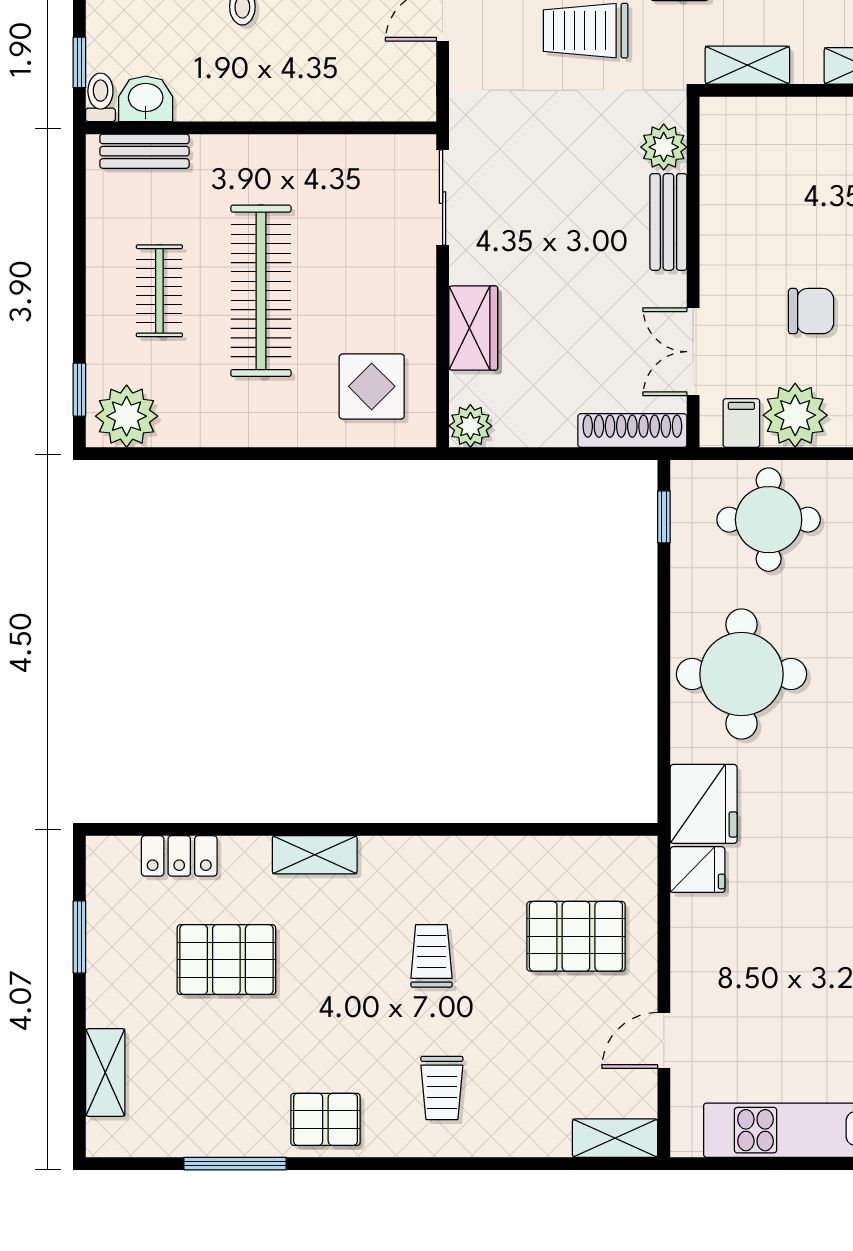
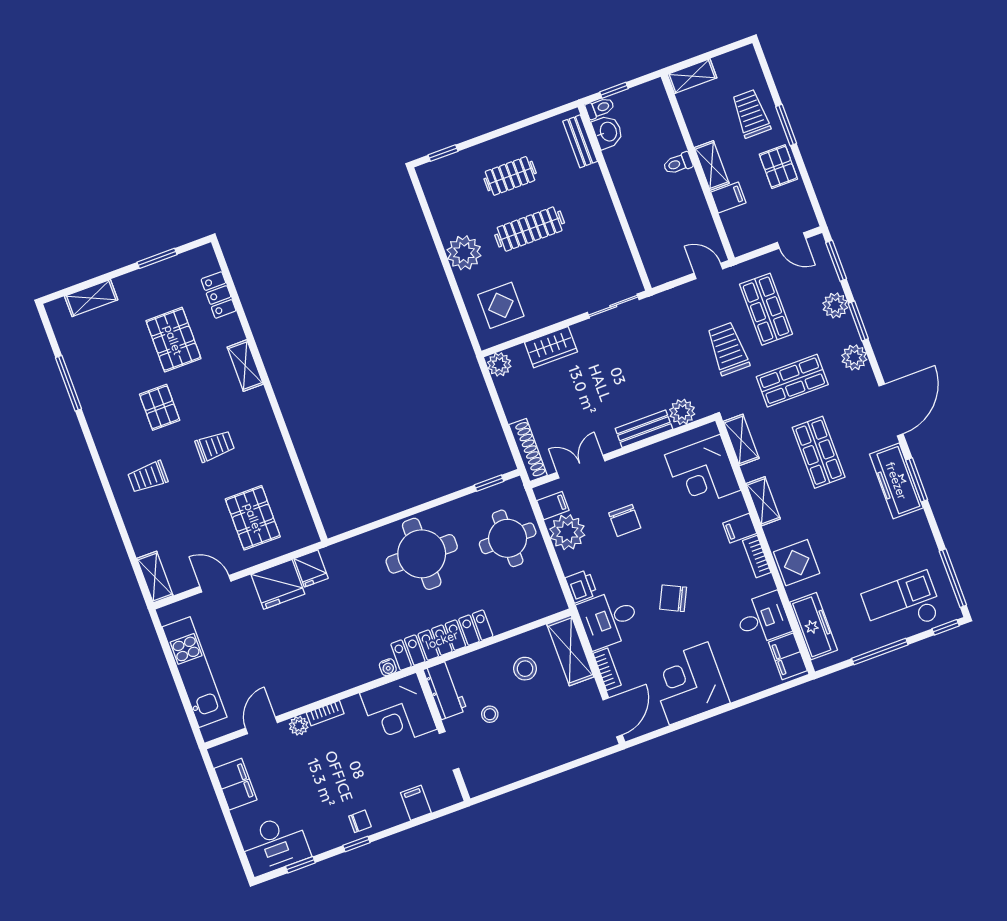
corner desk: (779, 150) -> (703, 473), added
clothes rail: (261, 291) -> (530, 229), width x0.73, depth x0.76
plant: (127, 416) -> (464, 253), moved
fridge: (704, 804) -> (278, 584), moved
pallet: (325, 1119) -> (160, 407), moved

